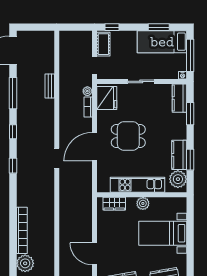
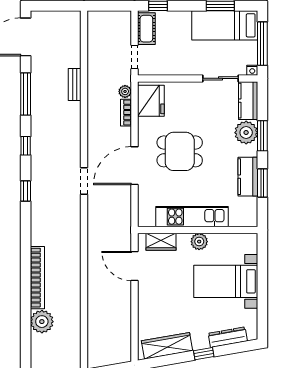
sliding door: (141, 81) -> (220, 78), moved
window: (190, 114) -> (262, 136), moved
plant: (178, 179) -> (246, 133), moved
door: (94, 254) -> (134, 266), moved

